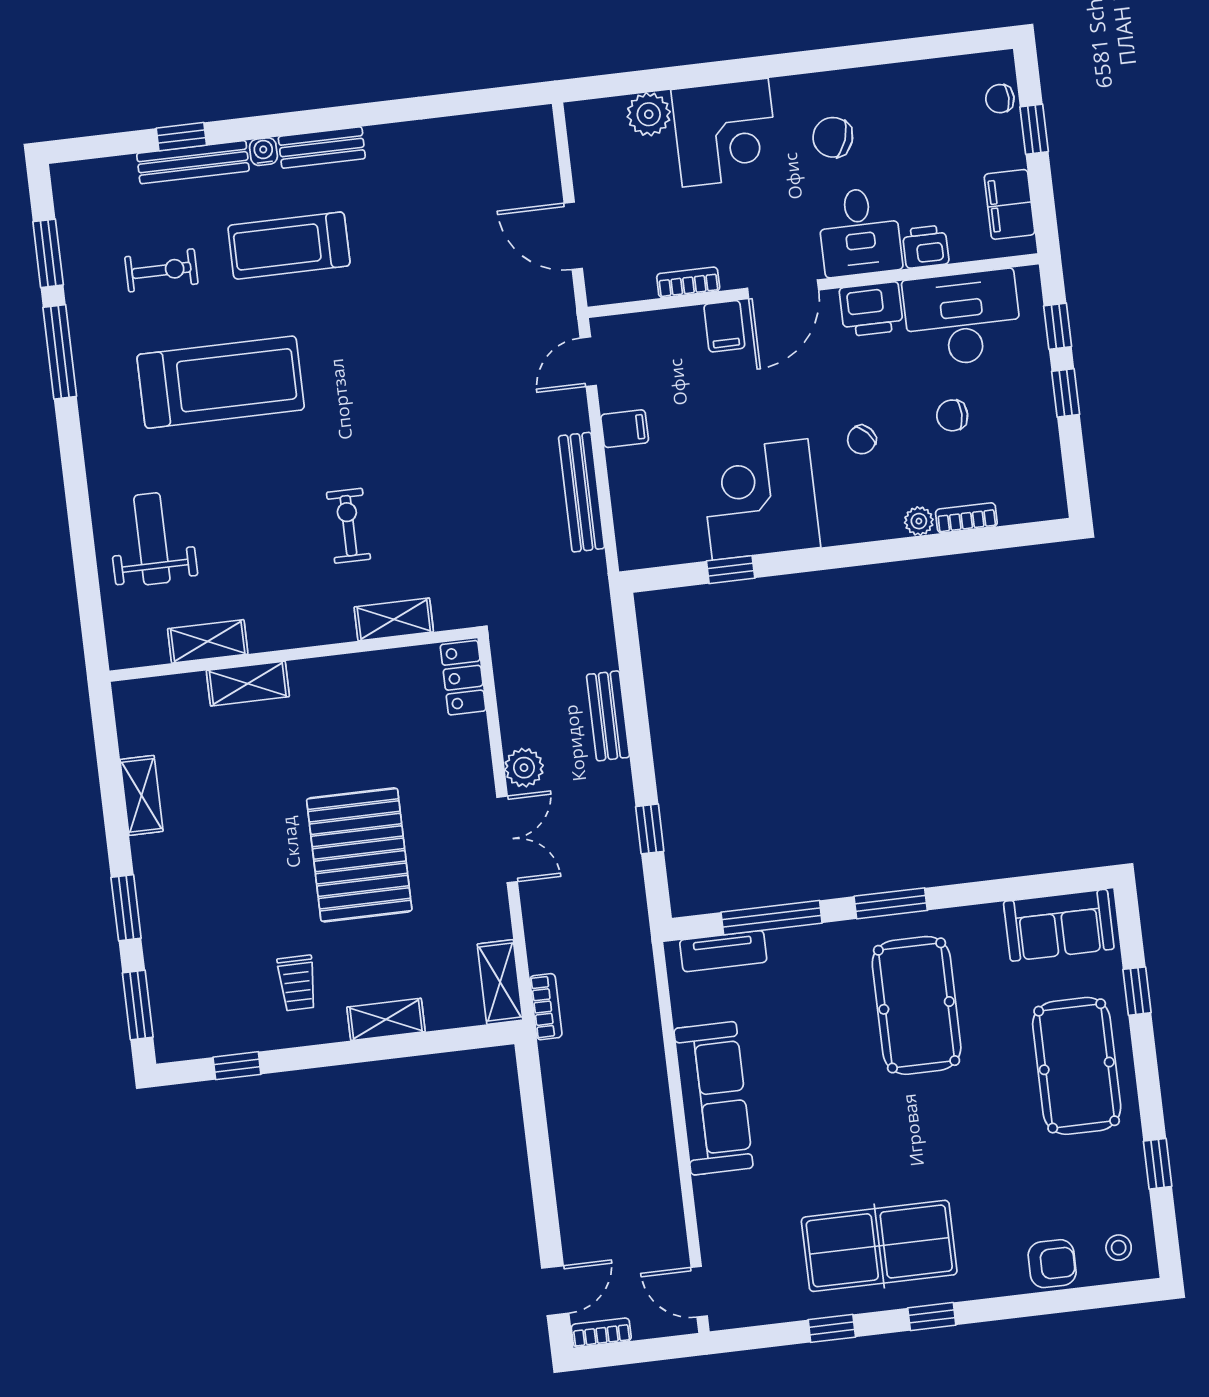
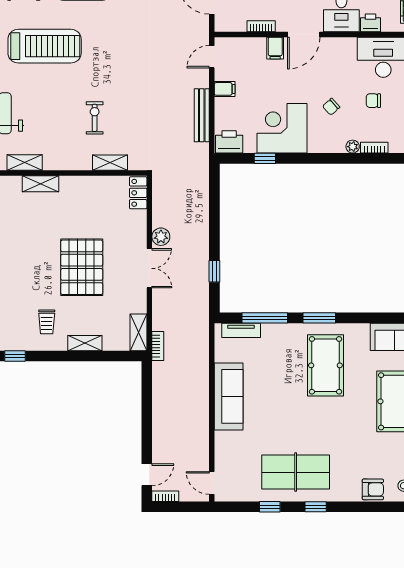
printer: (871, 309) -> (229, 142), moved, turned 180
bench: (608, 716) -> (202, 218), removed

